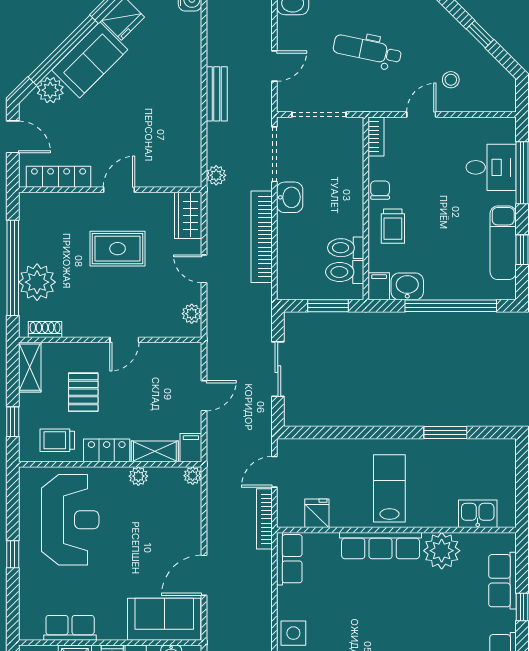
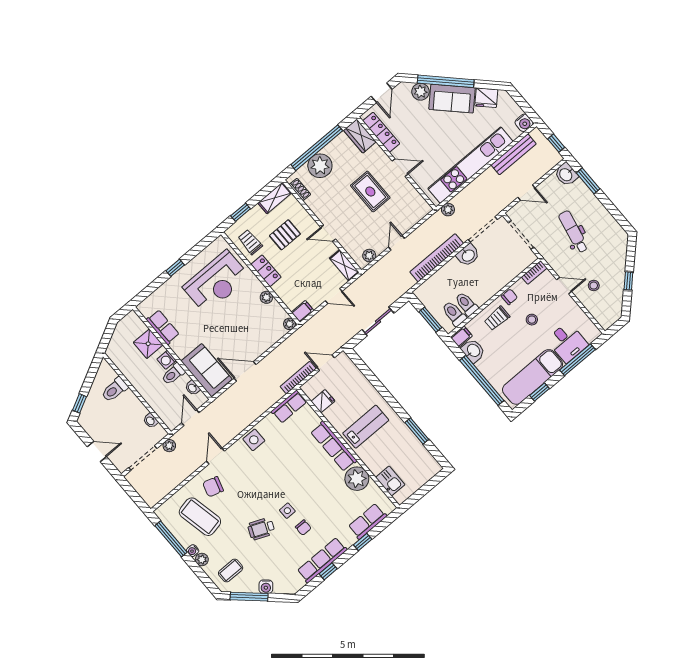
bench: (217, 94) -> (514, 154), moved, width x1.36
kitchen unit: (186, 104) -> (471, 165), added
stool: (429, 186) -> (532, 320), added
wardrobe: (188, 215) -> (360, 136), moved, turned -90
exam couch: (503, 243) -> (533, 377), width x1.36, depth x1.45
shelving: (155, 451) -> (344, 265), moved

